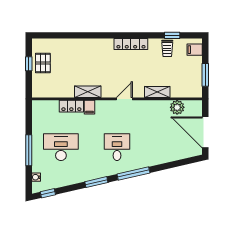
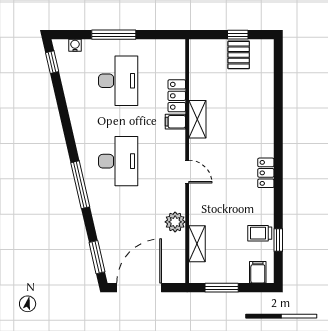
locker: (131, 44) -> (266, 173), width x0.66
pallet: (43, 63) -> (239, 55), turned 90
shelving: (157, 92) -> (197, 244), moved
plant: (177, 107) -> (175, 222), moved
desk: (117, 147) -> (118, 161), width x1.37
window: (96, 182) -> (97, 257), moved

